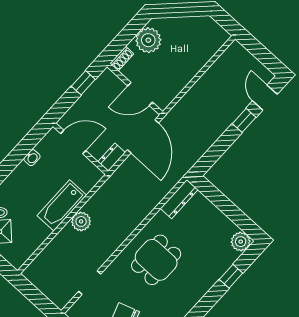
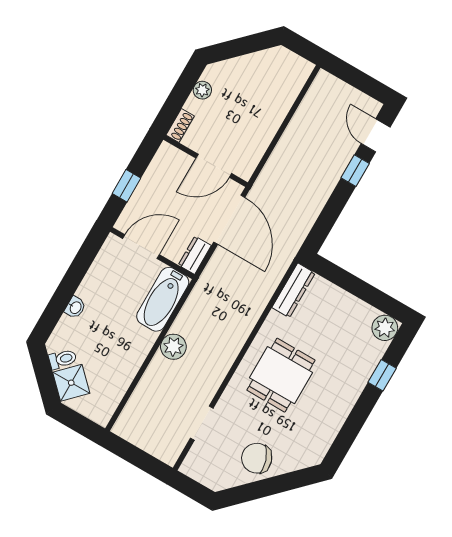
plant: (148, 40) -> (202, 90), width x0.53, depth x0.53
window: (83, 83) -> (127, 186), moved
washbasin: (32, 158) -> (75, 307), moved
bathtub: (62, 205) -> (163, 299), moved

